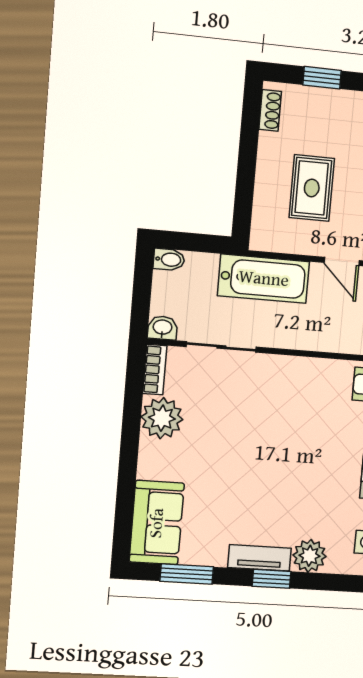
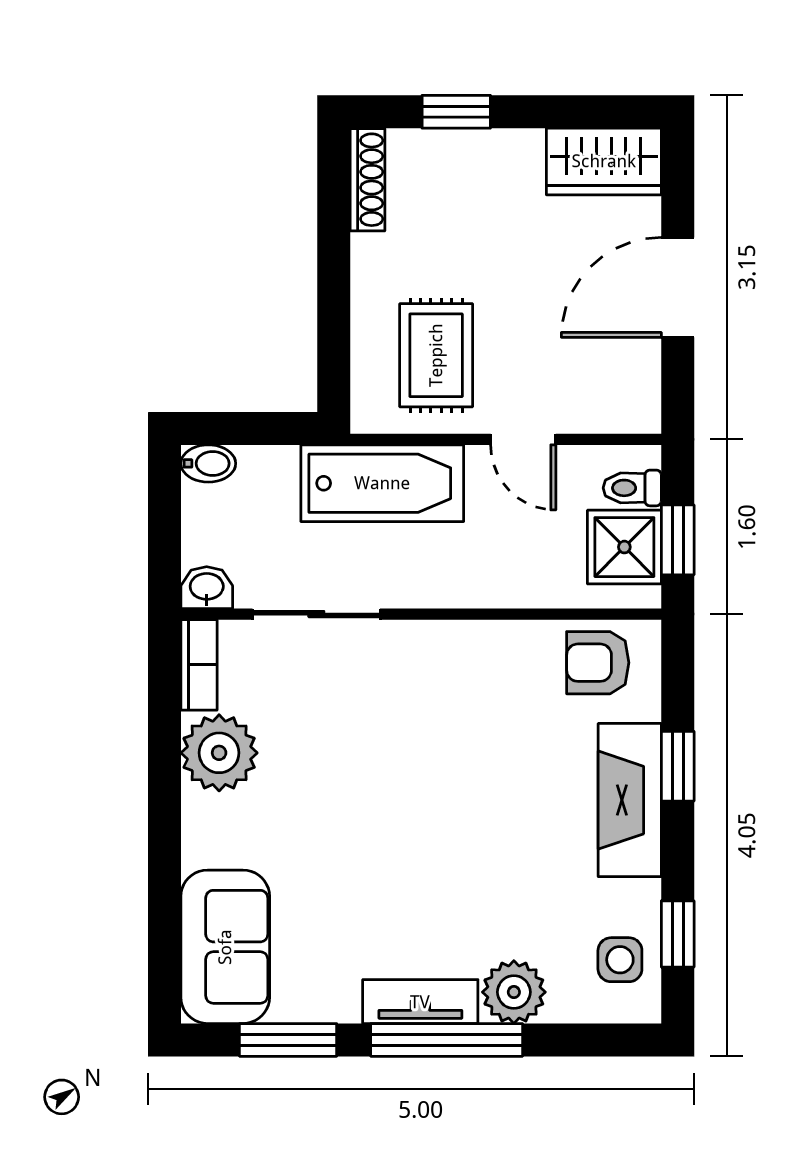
shoe rack: (270, 110) -> (367, 180), width x1.43
rug: (312, 188) -> (436, 355), moved
window: (272, 579) -> (447, 1040), width x2.17

